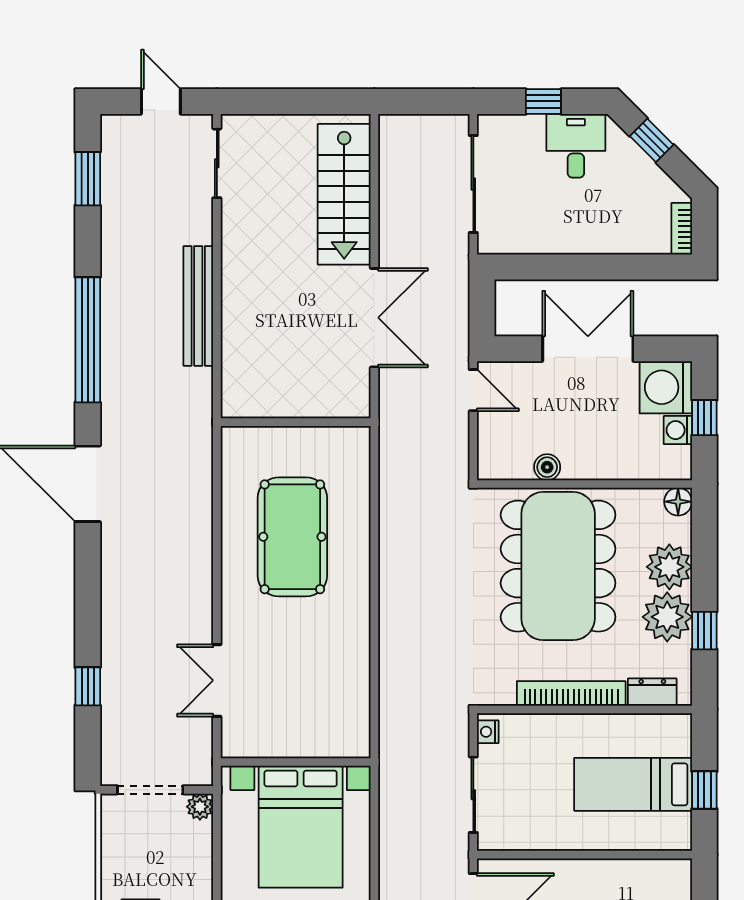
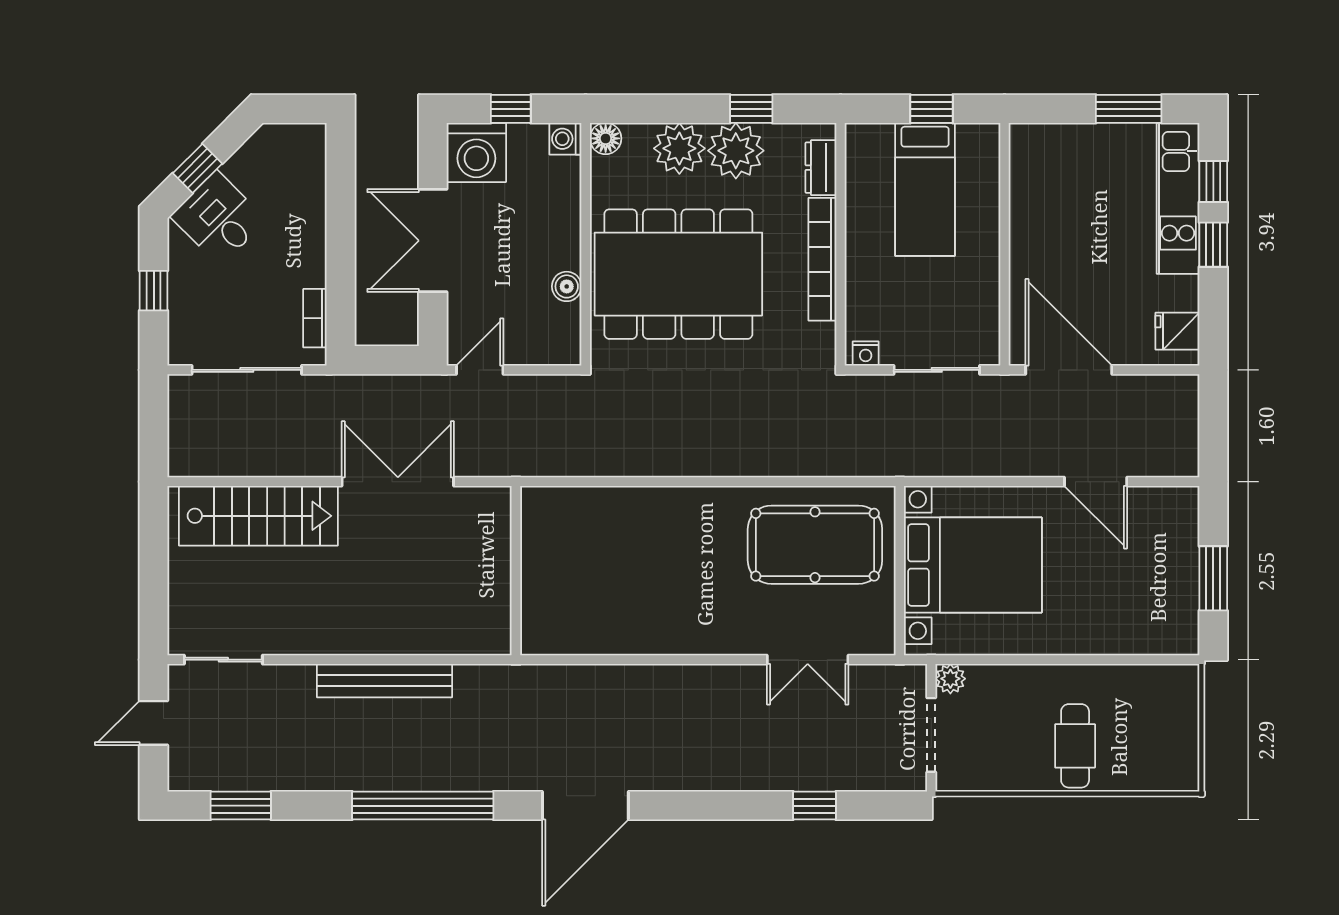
desk: (576, 146) -> (218, 218), moved, turned 45
bookcase: (682, 229) -> (315, 318), moved, turned 90
washing machine: (678, 430) -> (565, 139), moved, turned 90
pool table: (292, 537) -> (815, 545), moved

